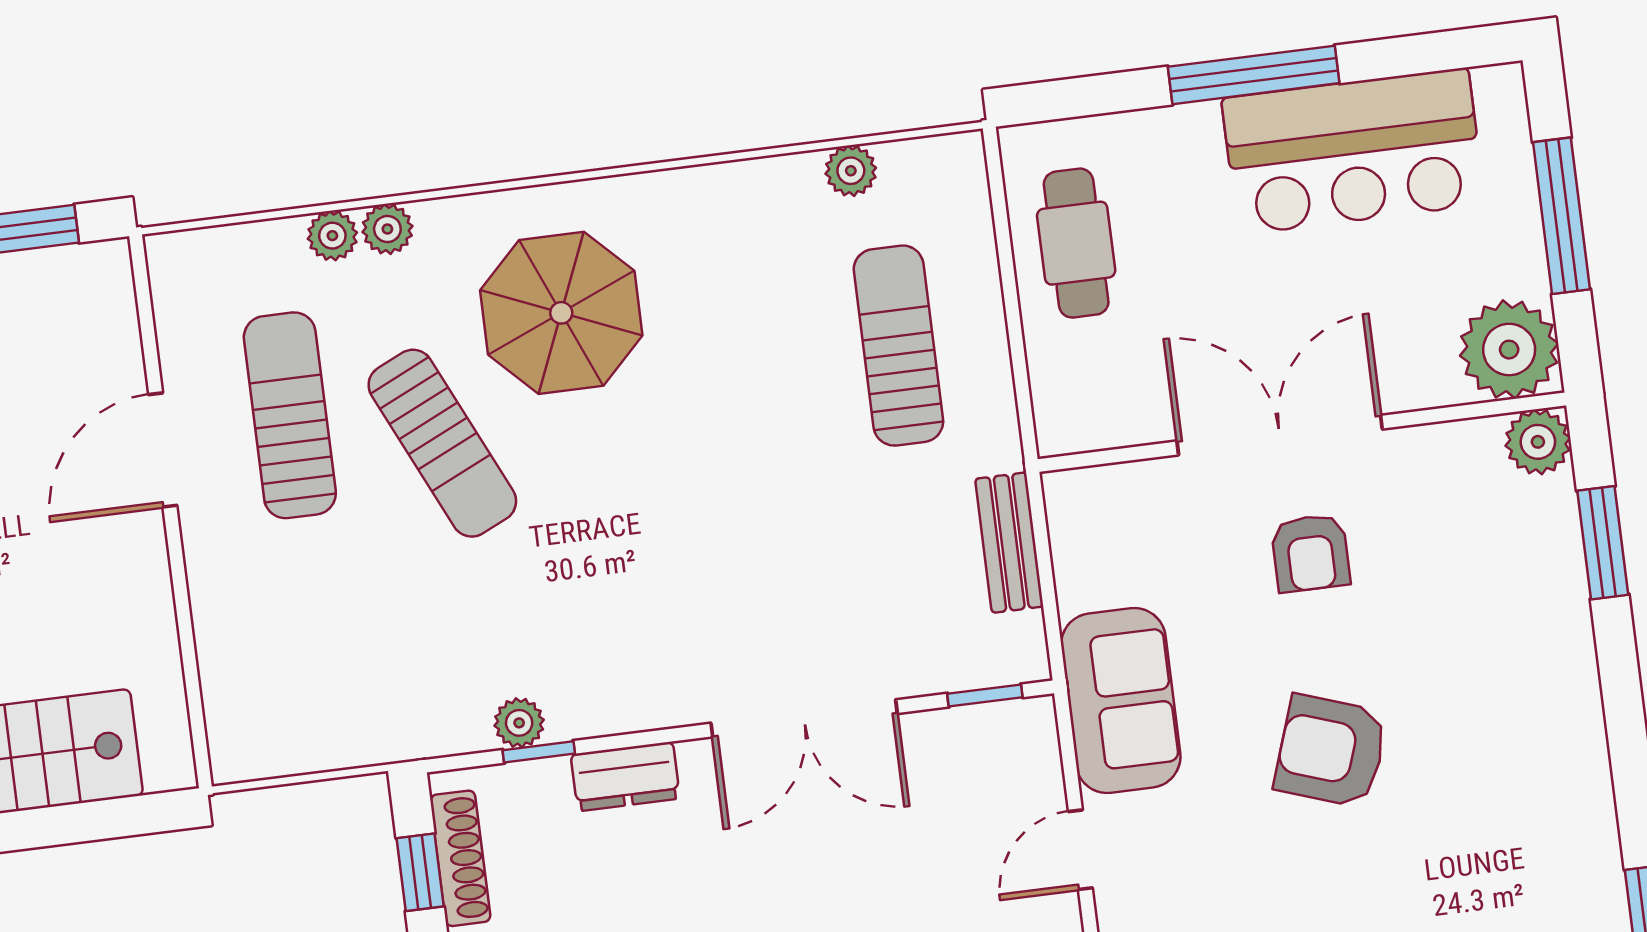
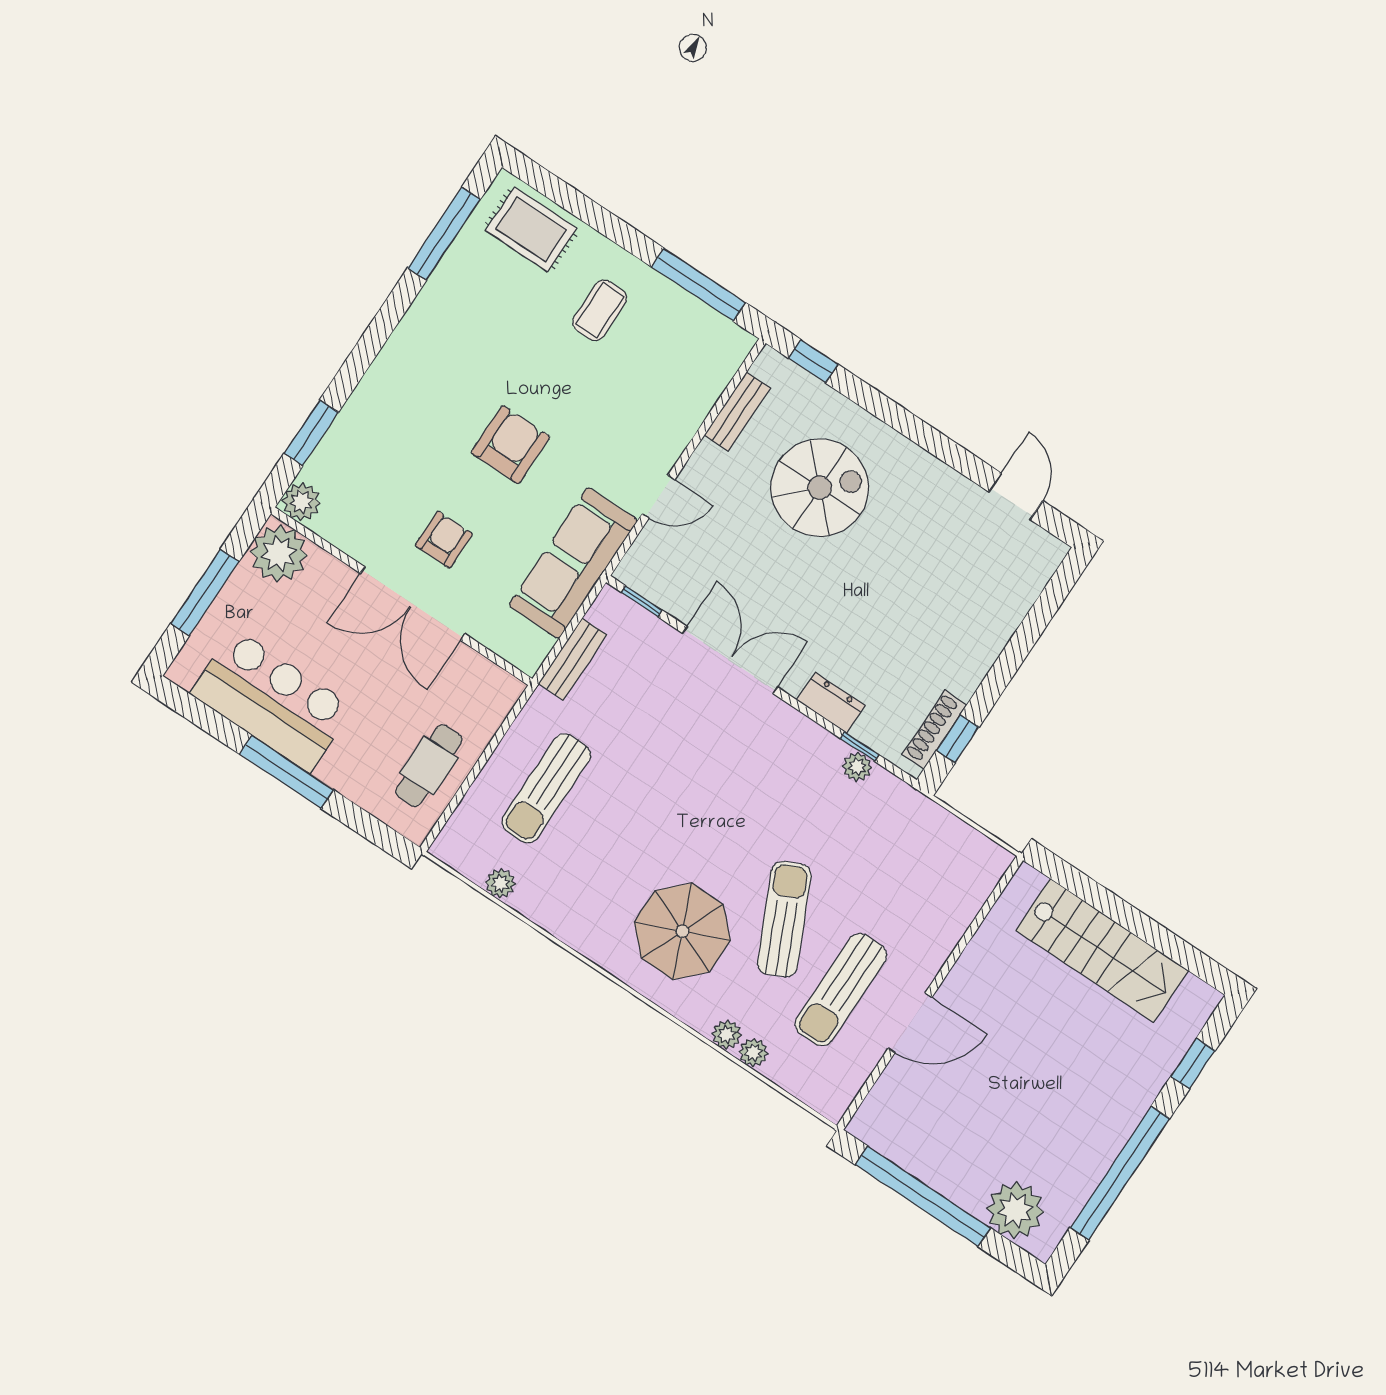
sofa: (1121, 701) -> (573, 563), width x1.36
armchair: (1331, 751) -> (510, 445), turned -109

